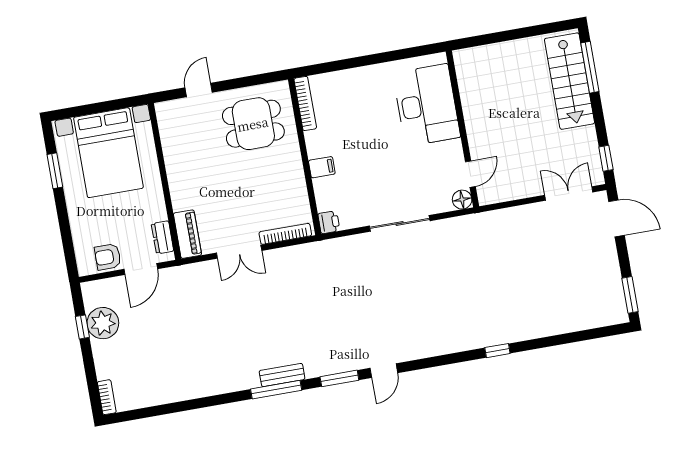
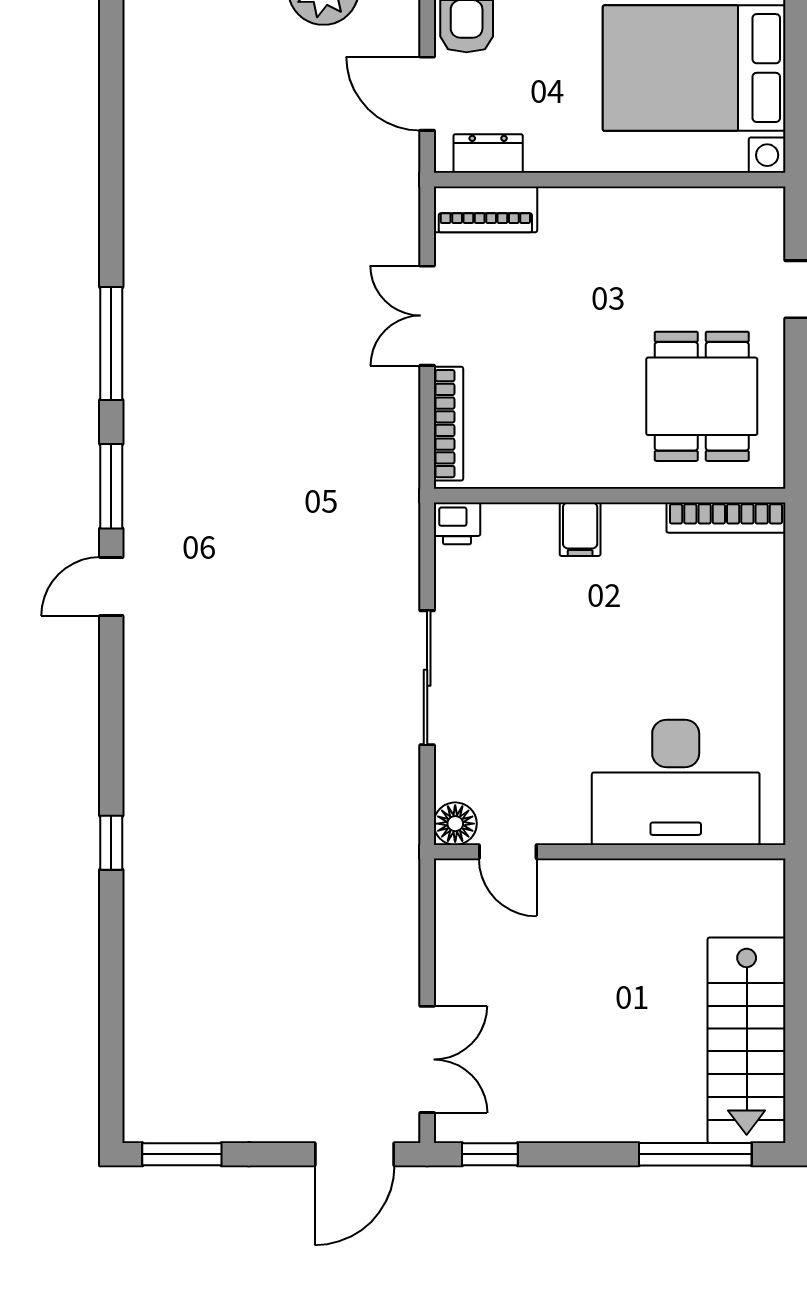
stairs: (569, 81) -> (747, 1040), moved, turned -90
door: (384, 371) -> (111, 586), hinge flipped
bench: (282, 375) -> (141, 362), removed

